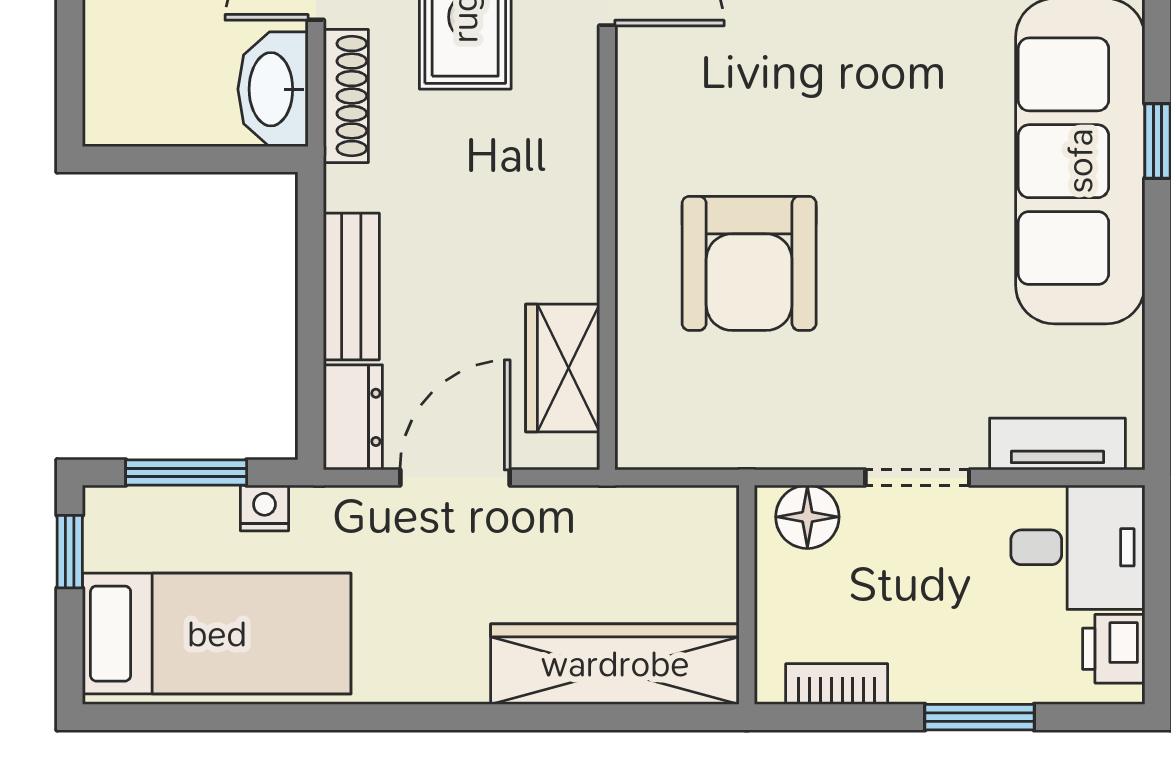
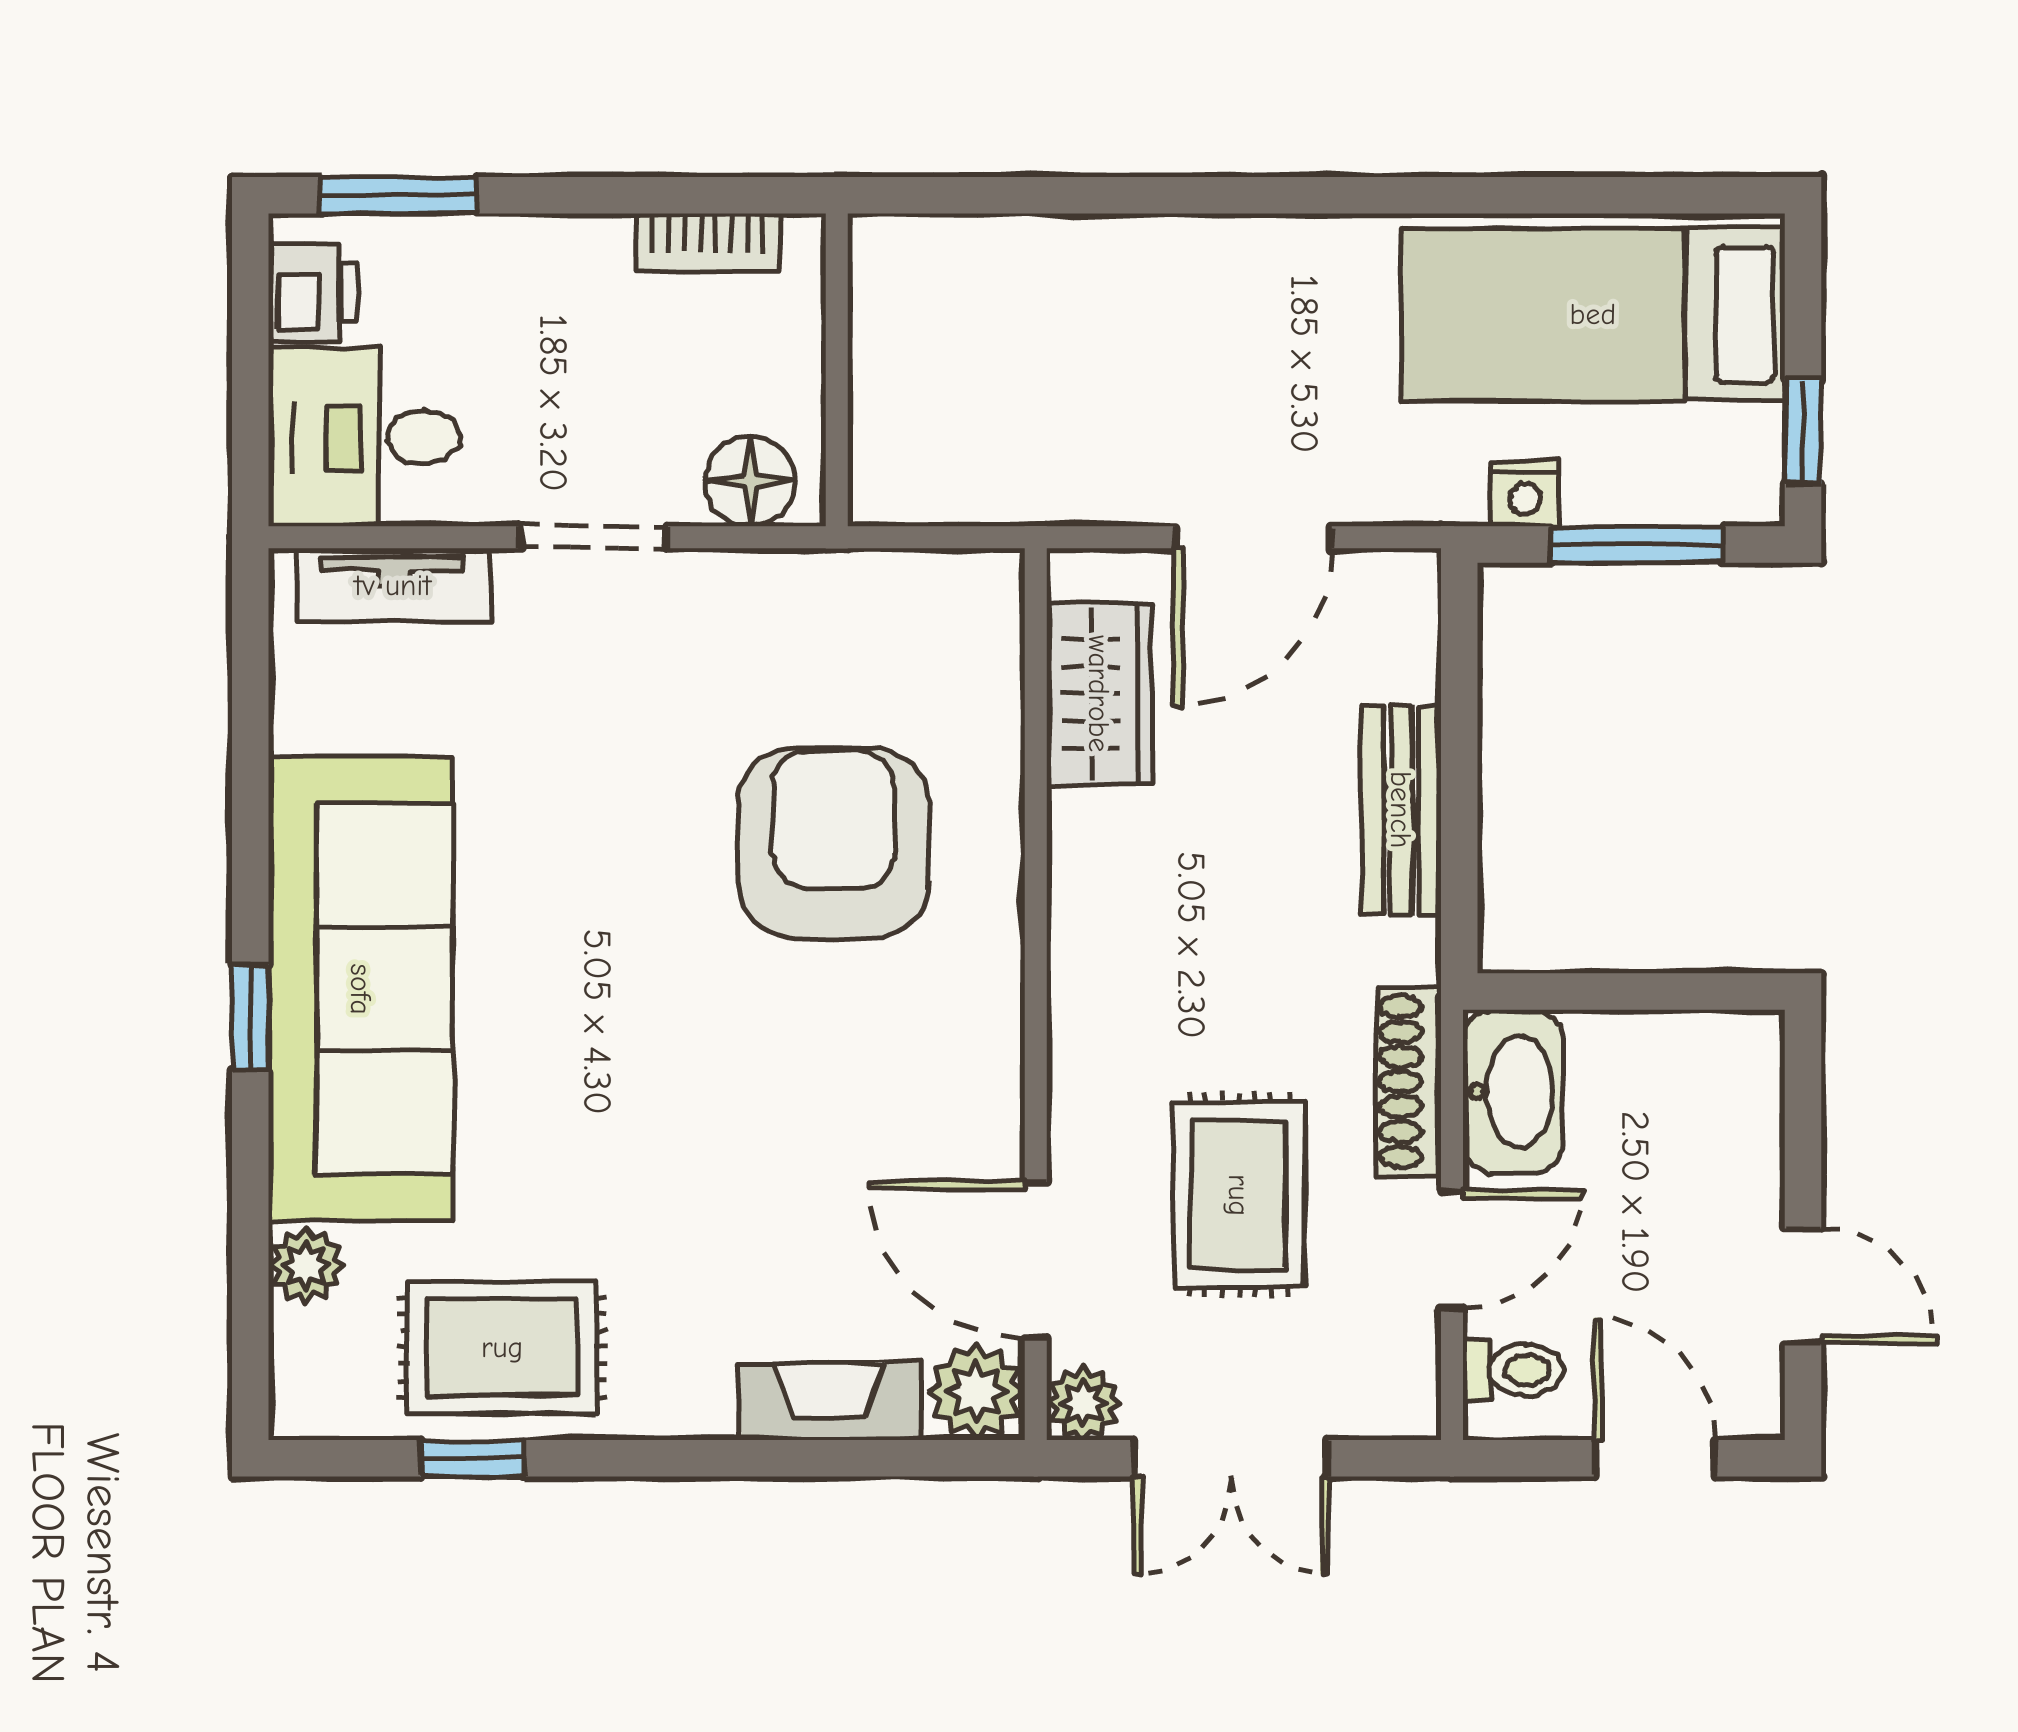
dresser: (353, 417) -> (1399, 623), removed
wardrobe: (615, 664) -> (1025, 271), removed
window: (980, 717) -> (398, 195), moved

